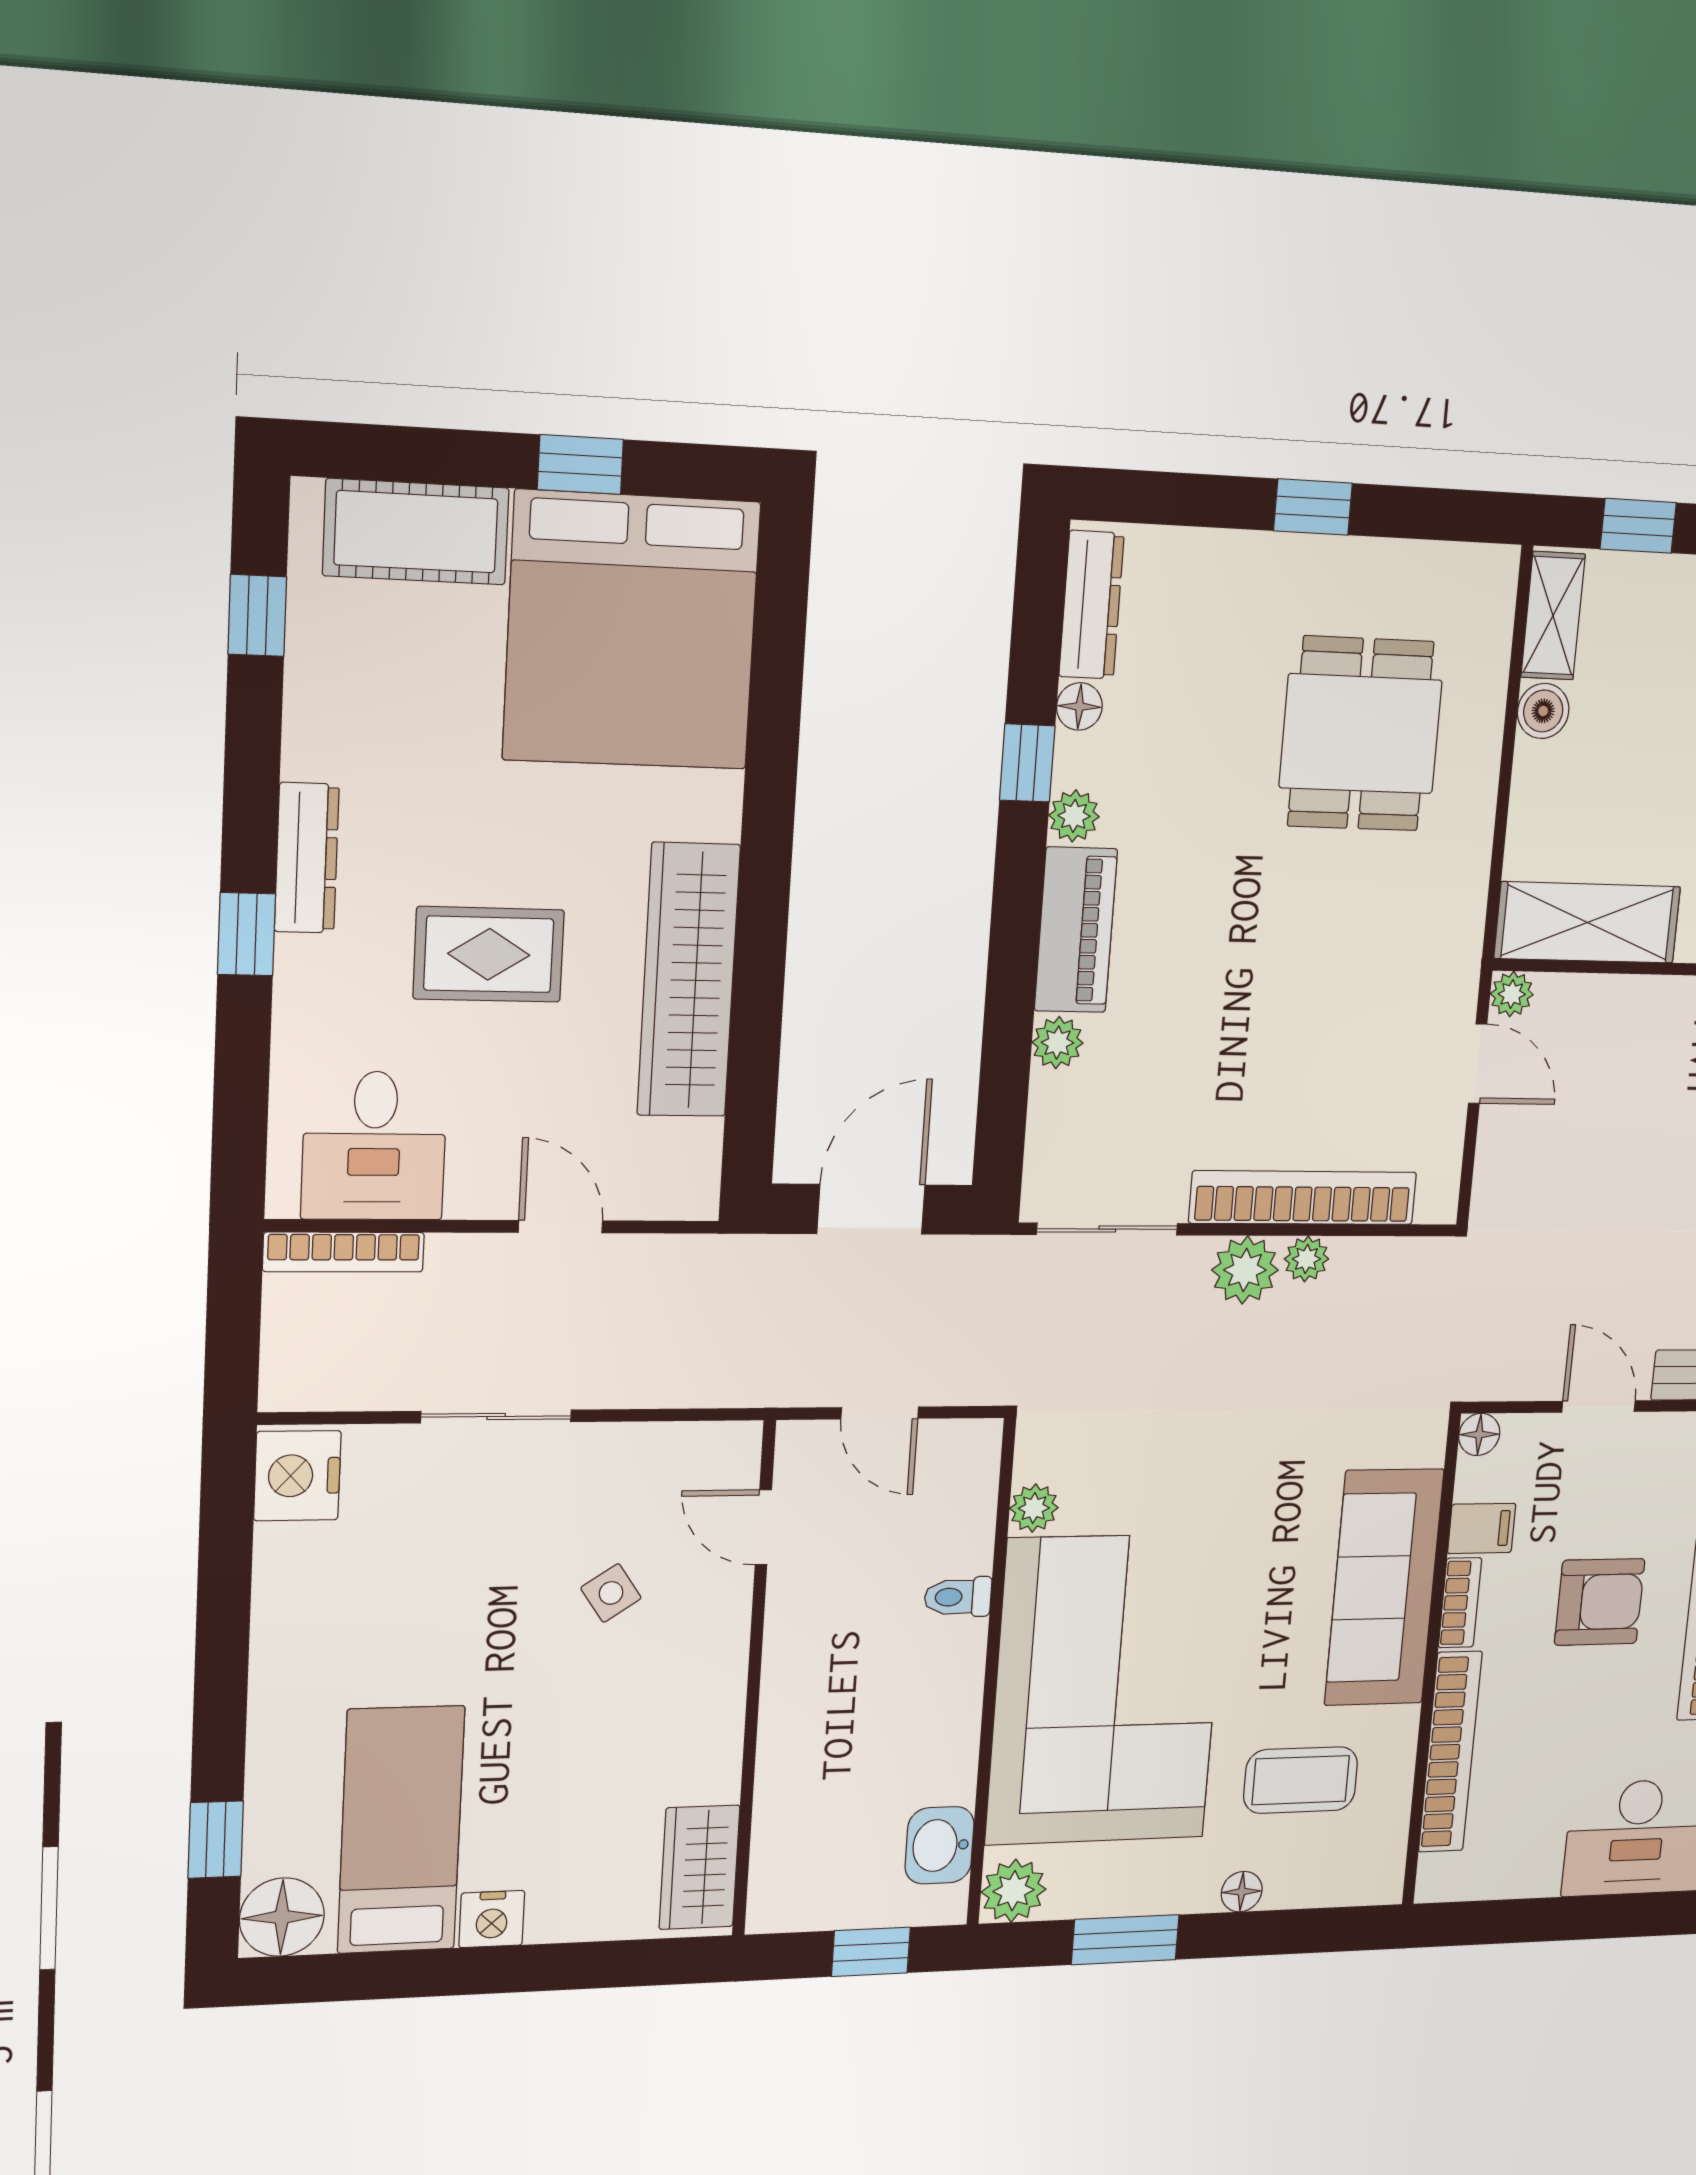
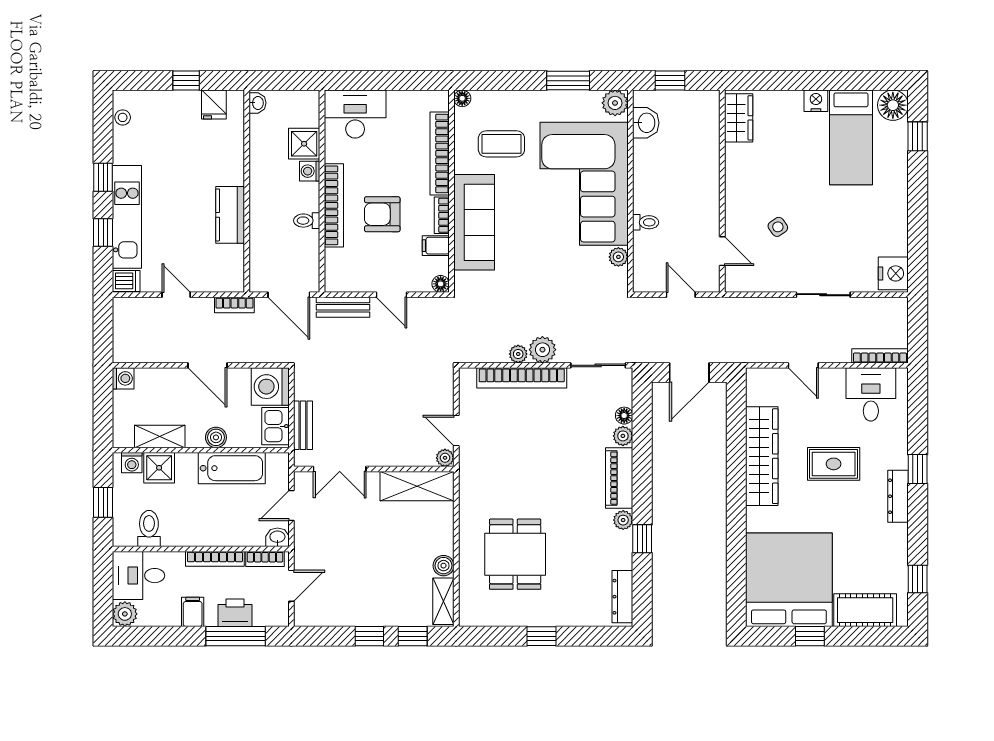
floor lamp: (1079, 706) -> (624, 416), moved
floor lamp: (1242, 1892) -> (462, 98), moved

